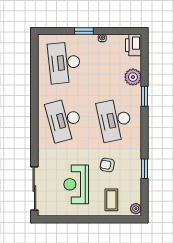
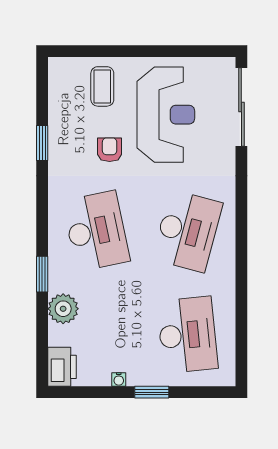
desk: (64, 120) -> (187, 231), turned 30
armchair: (107, 165) -> (110, 150), turned -101
reception desk: (76, 184) -> (166, 115), width x1.36, depth x1.30
plant: (136, 209) -> (58, 71), removed

